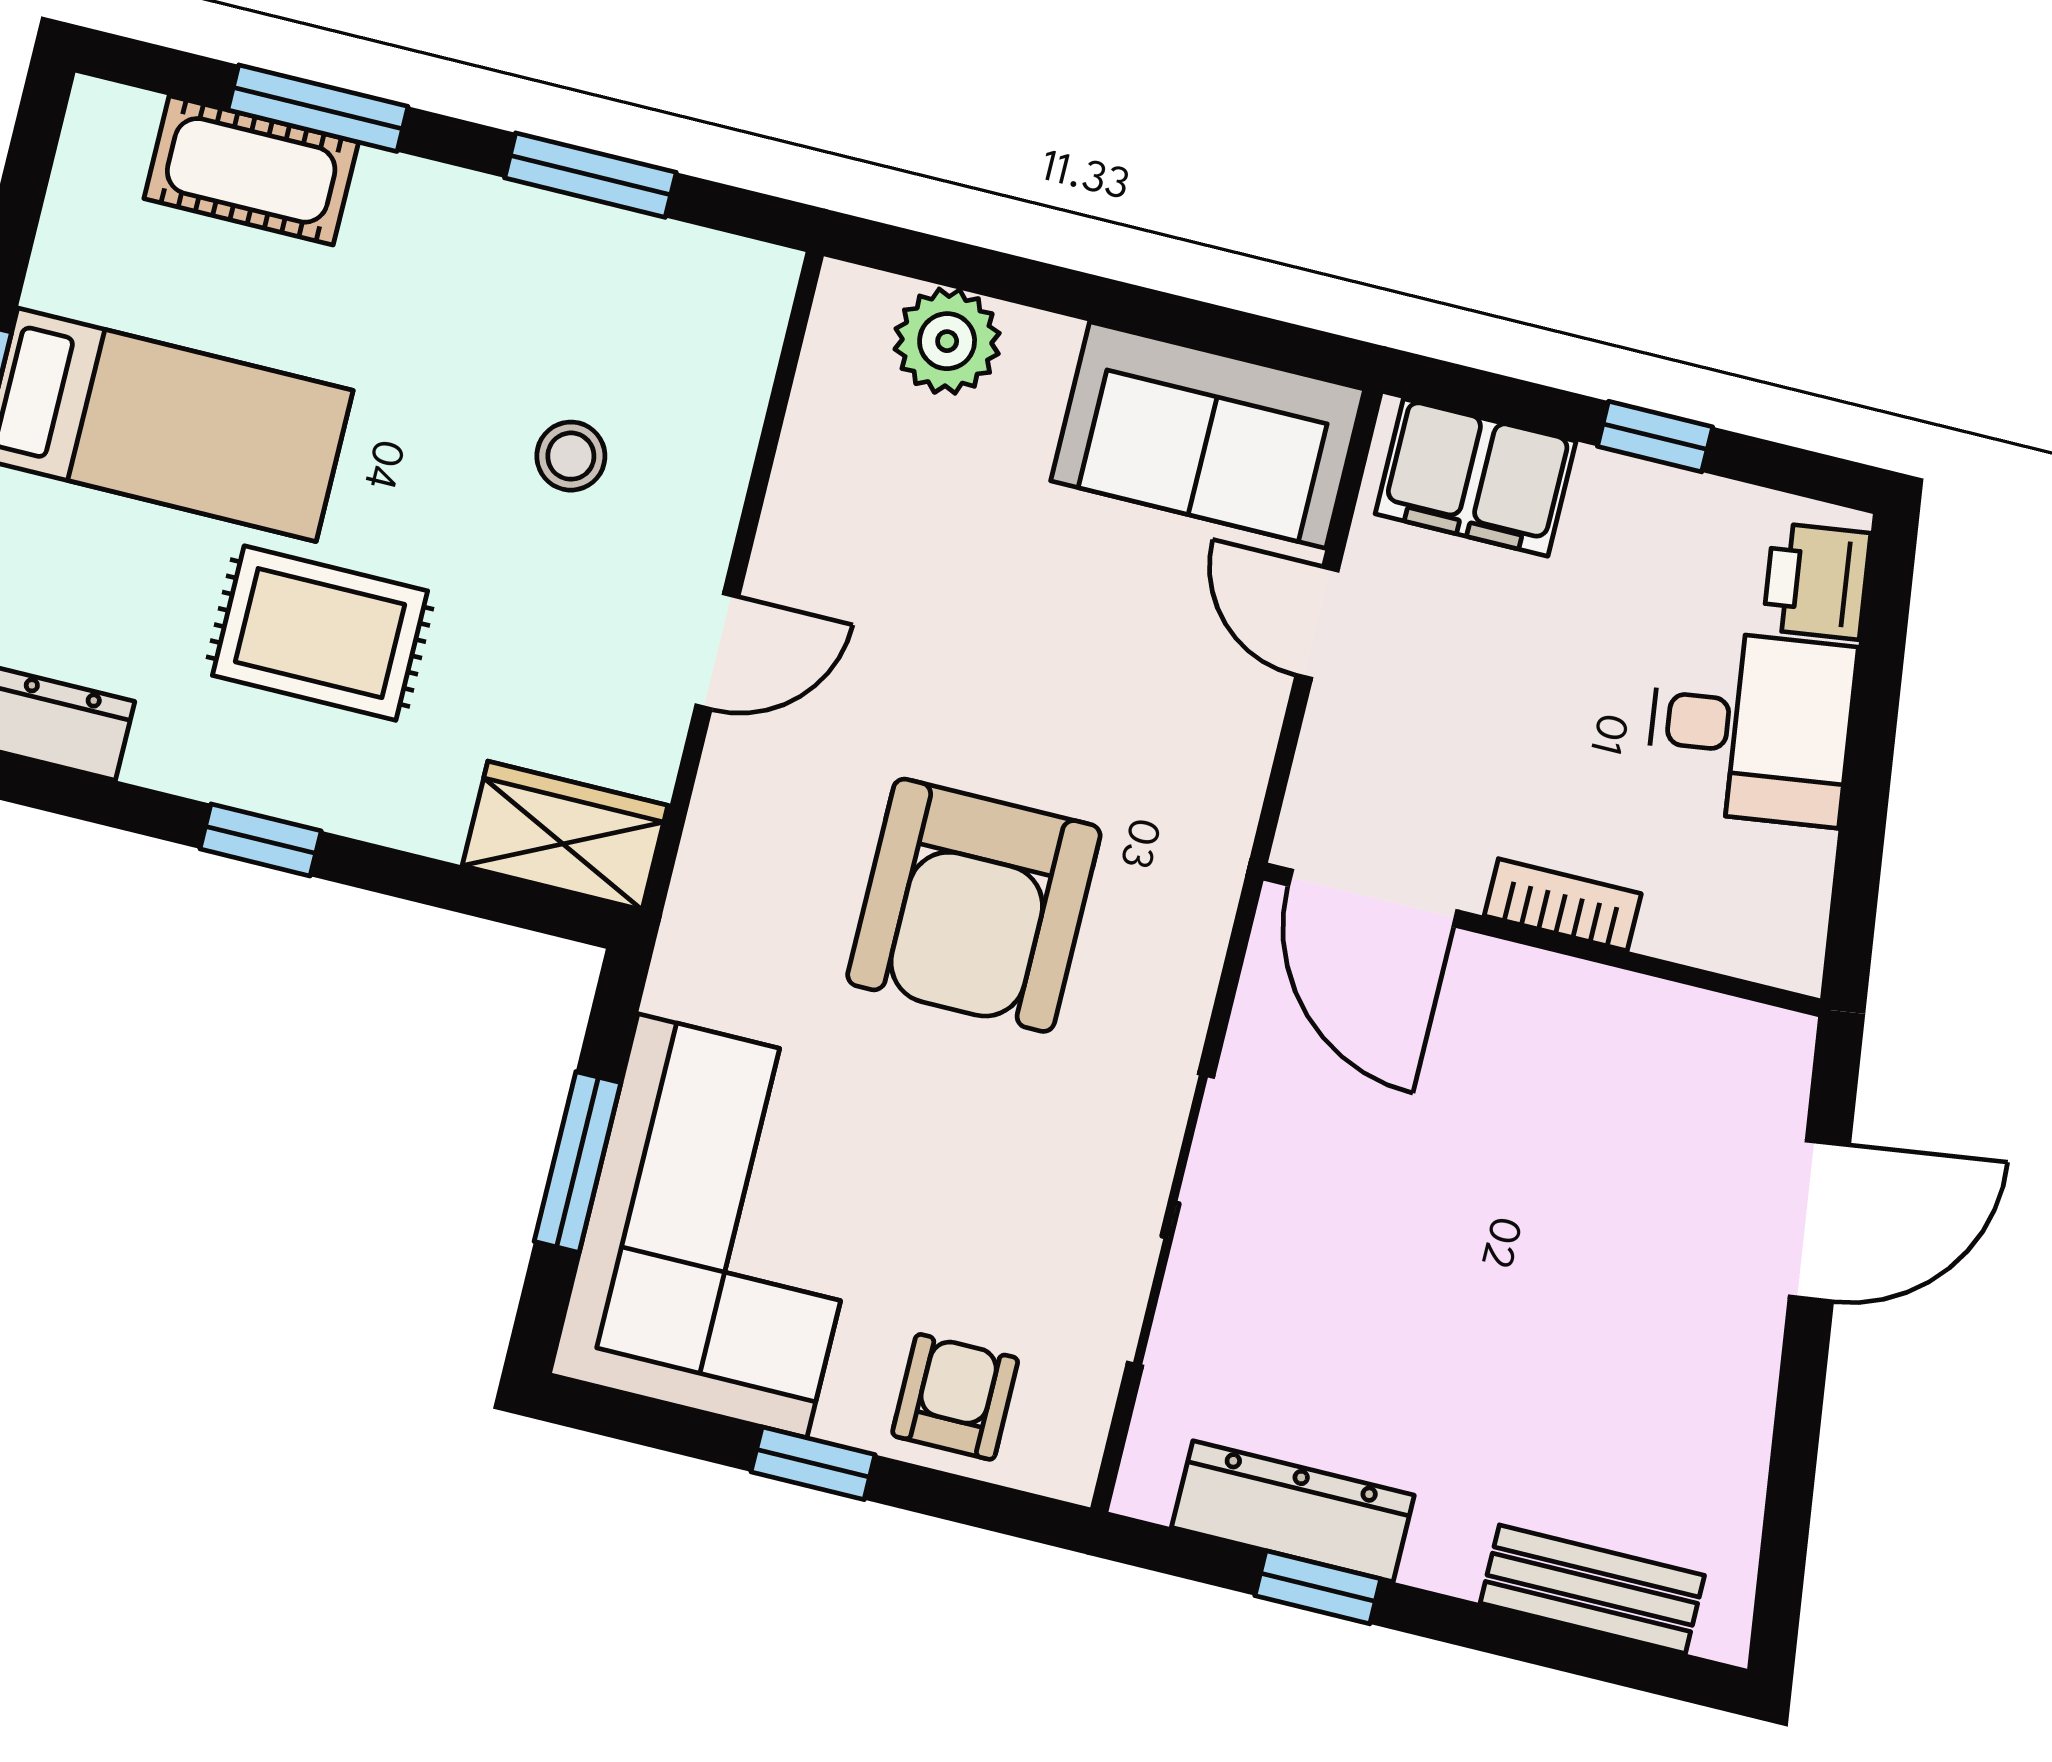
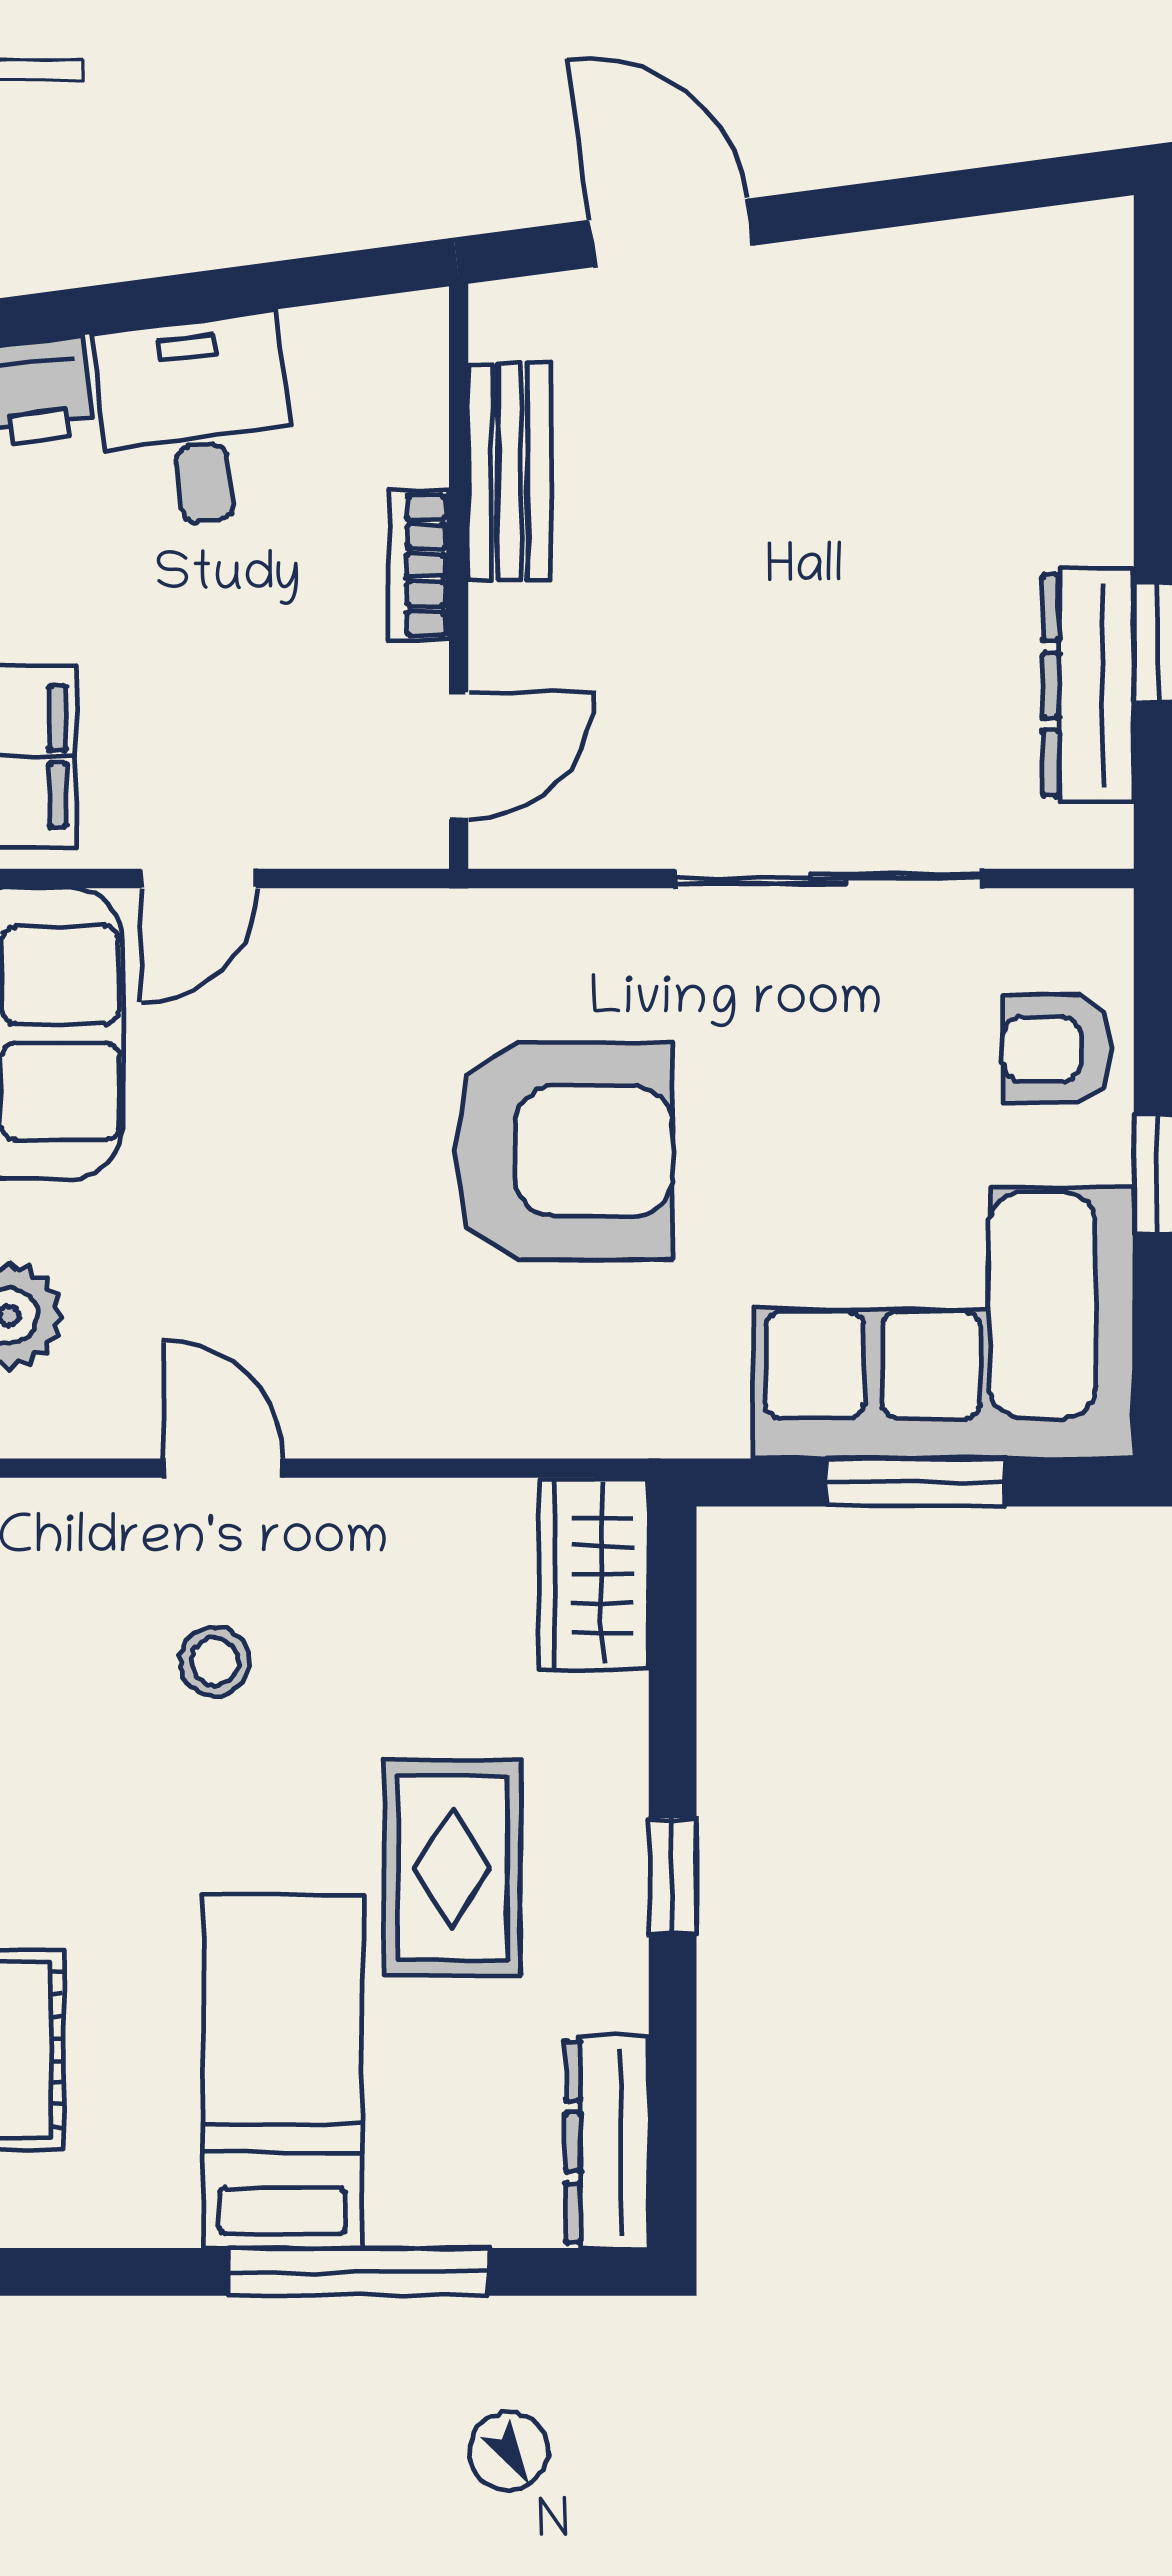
door: (717, 651) -> (223, 1468), moved
door: (1373, 898) -> (459, 756), width x0.73
bench: (1592, 1589) -> (509, 472), moved

